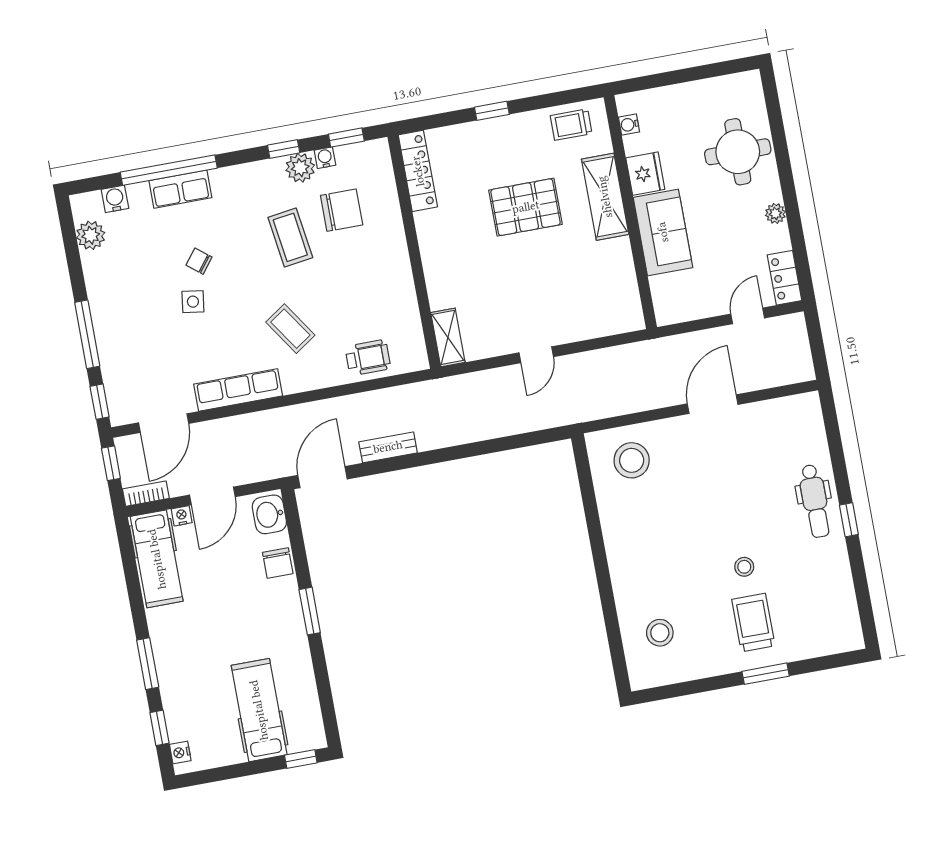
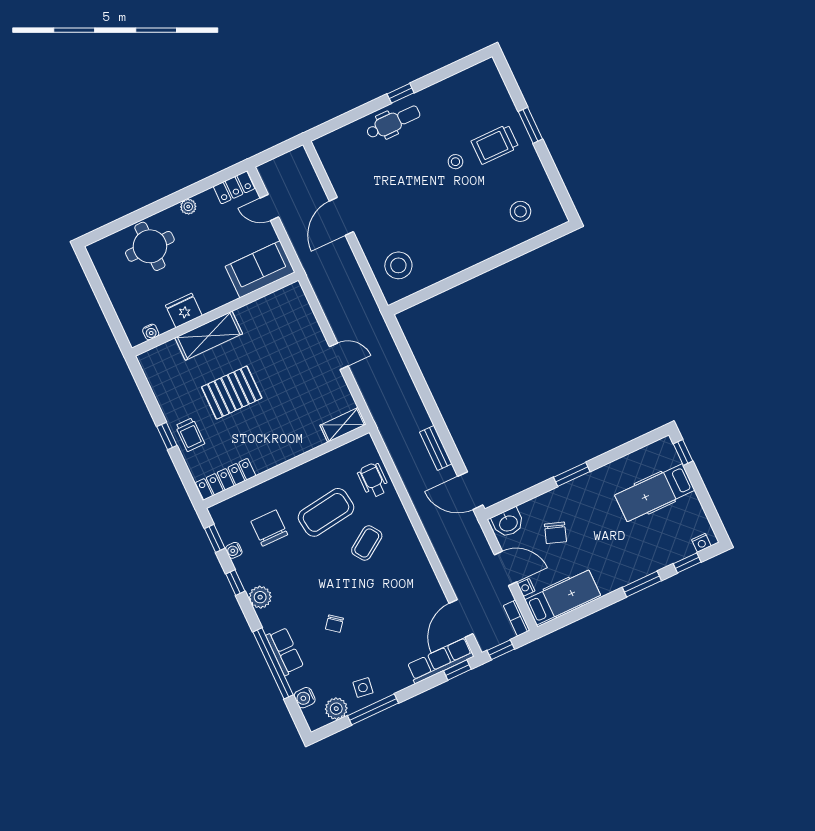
trolley: (571, 125) -> (190, 435), moved
plant: (300, 168) -> (260, 597), moved
pallet: (526, 207) -> (232, 393), turned 90
sofa: (663, 232) -> (260, 269), moved
coffee table: (290, 237) -> (326, 512), moved, width x1.36, depth x1.32
side table: (193, 302) -> (363, 688), moved
window: (87, 334) -> (373, 709), moved
row of seats: (238, 390) -> (440, 661), moved, turned 90
door: (713, 404) -> (341, 216), hinge flipped
door: (164, 423) -> (461, 618), swing flipped
chair: (278, 563) -> (555, 533), moved, turned 109

